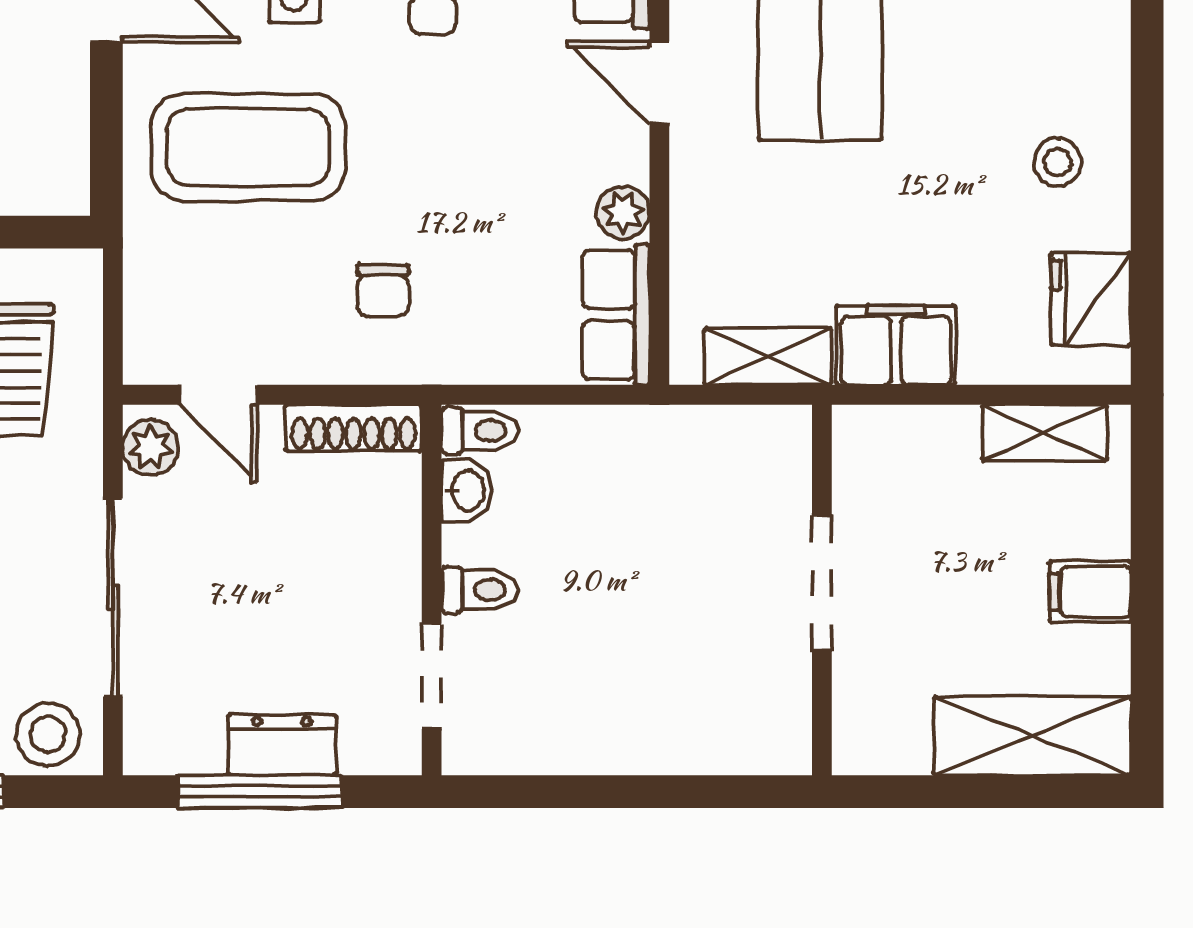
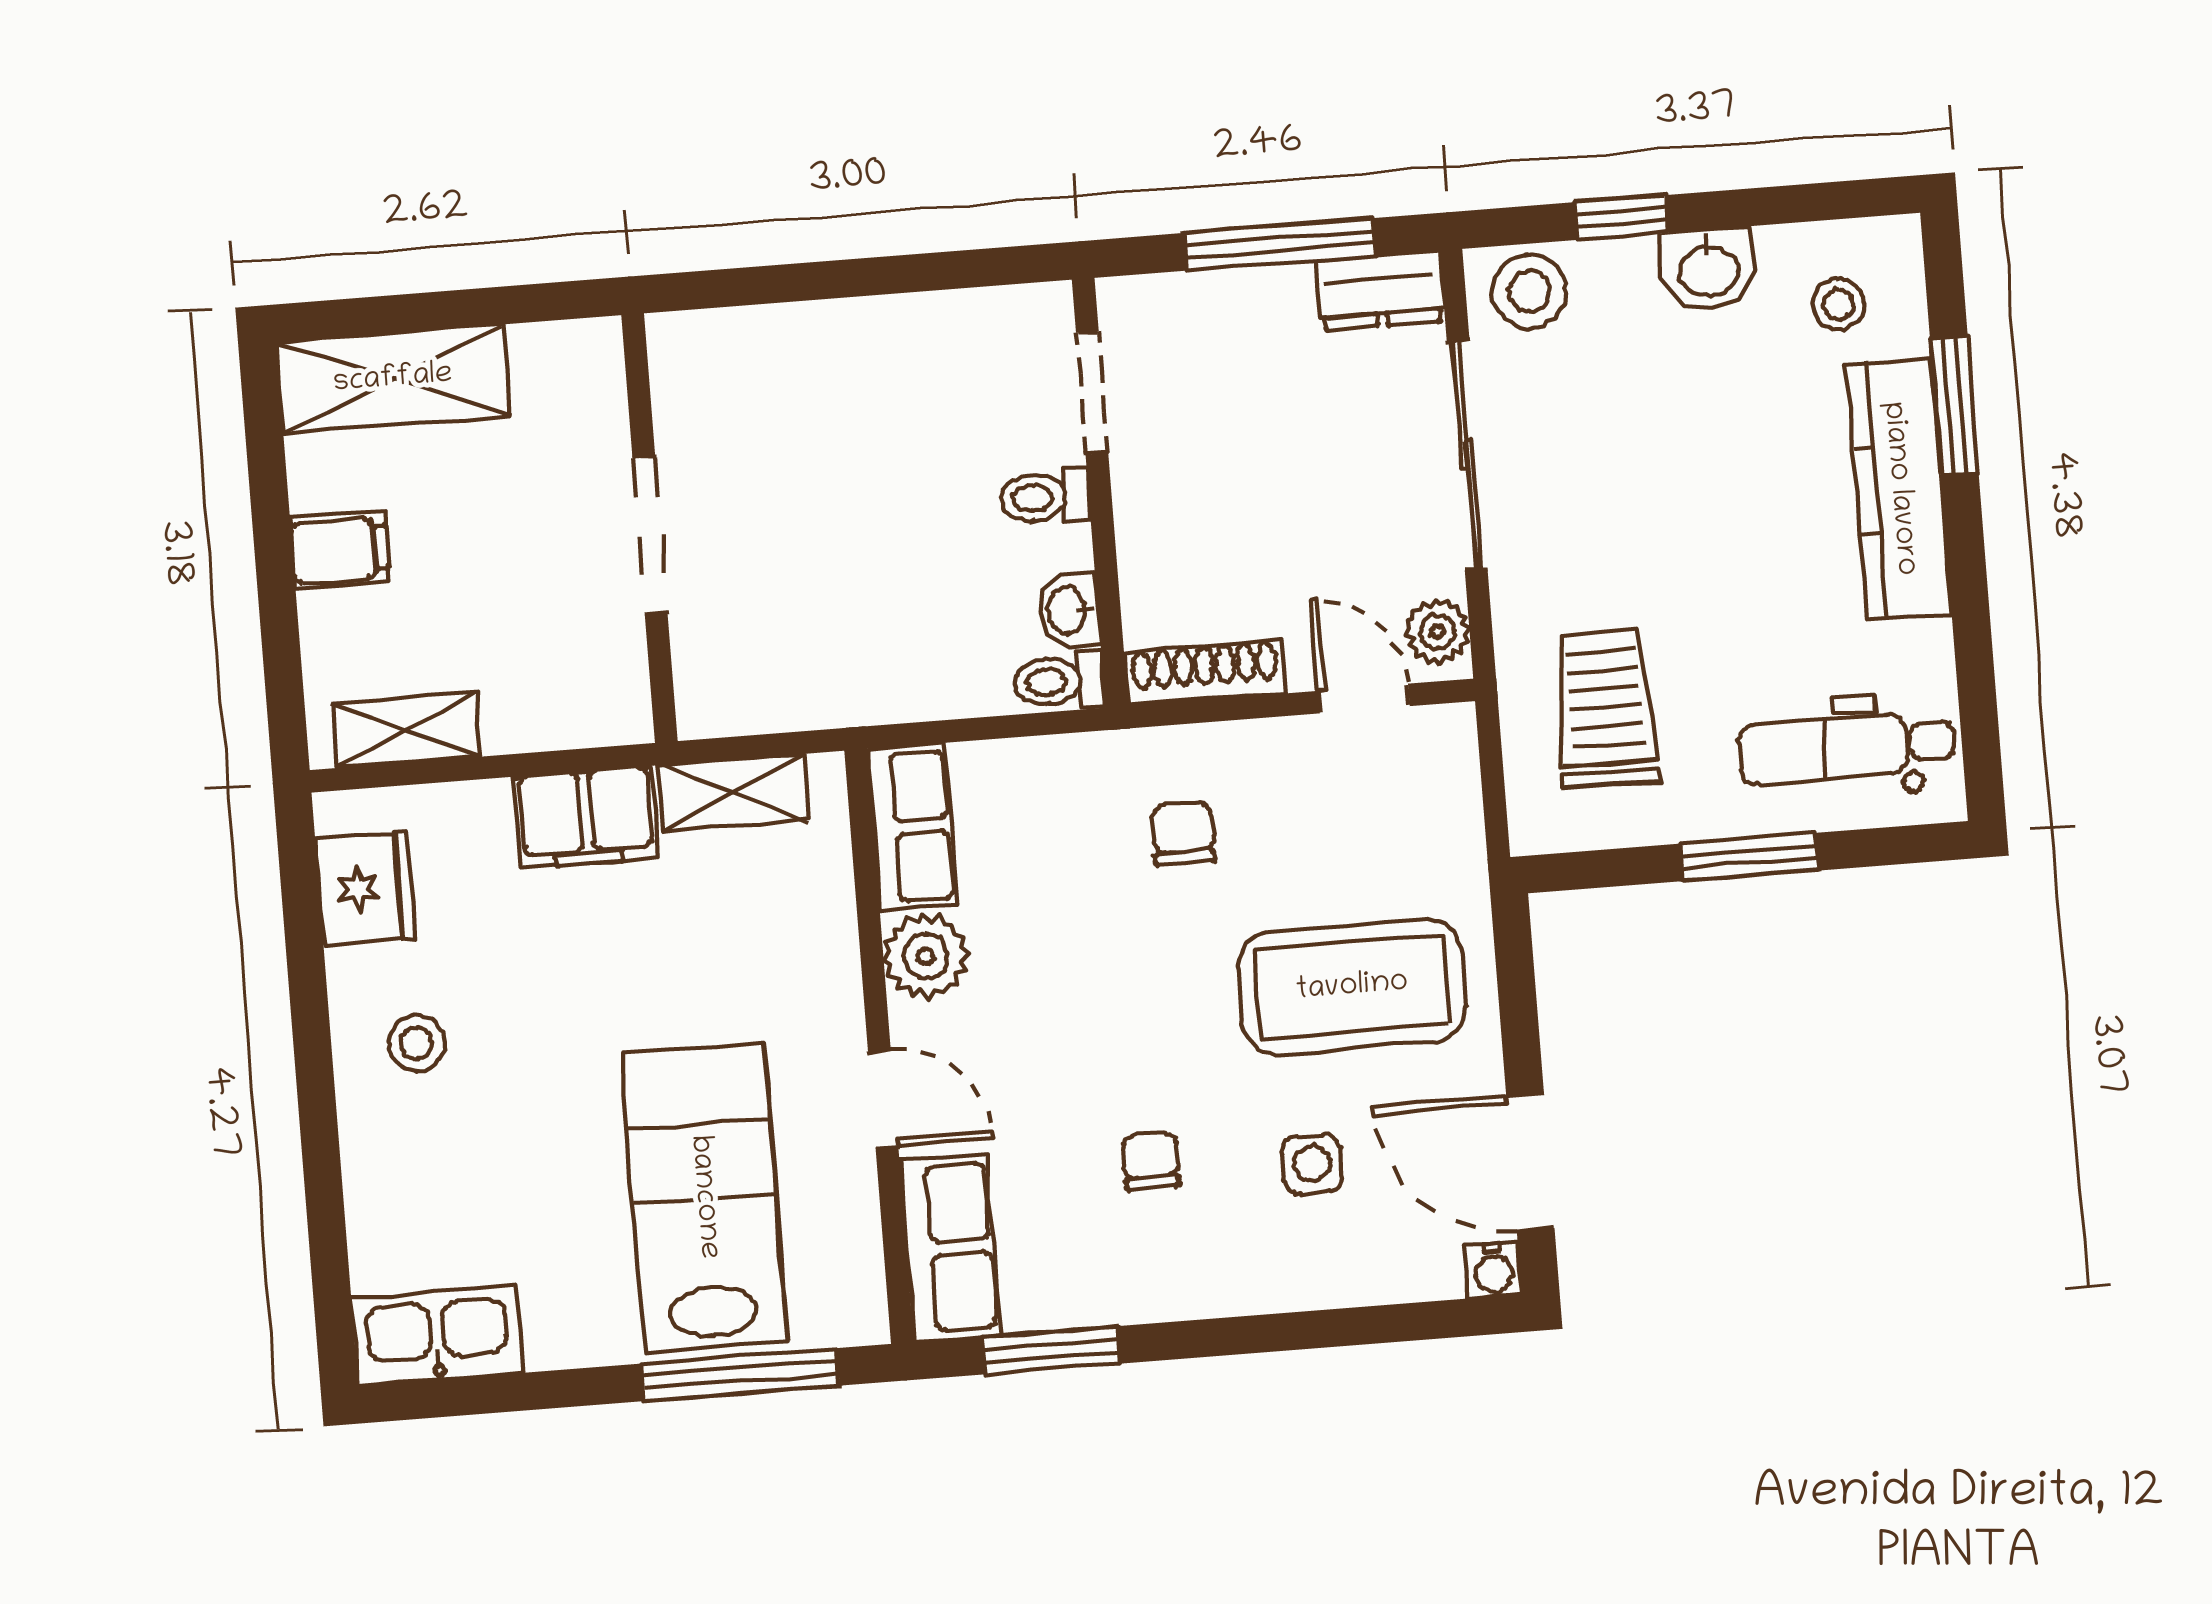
plant: (623, 213) -> (926, 956), width x1.38, depth x1.38
dresser: (282, 745) -> (1380, 291), moved

